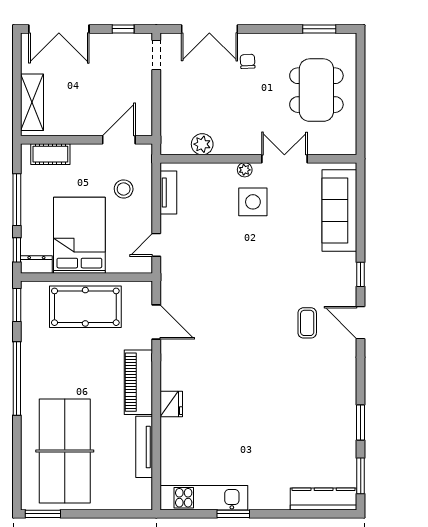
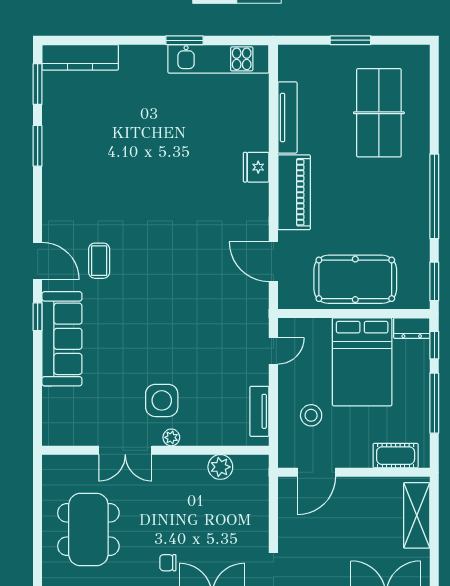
chair: (248, 61) -> (168, 563), turned 93
sofa: (339, 210) -> (62, 339), moved
table tennis table: (65, 451) -> (379, 113), width x0.73, depth x0.76
window: (43, 514) -> (350, 40), moved

